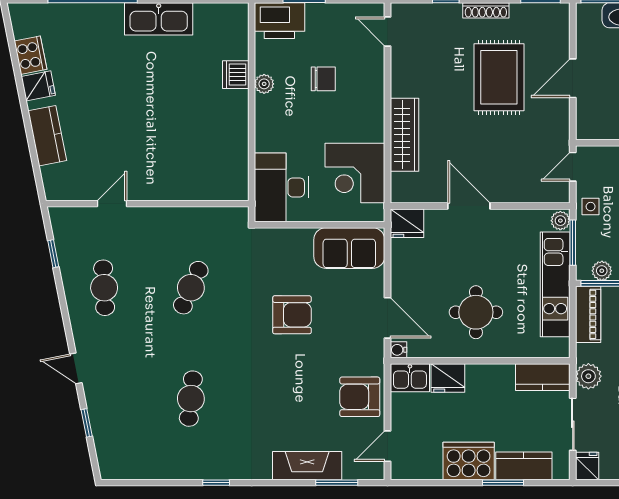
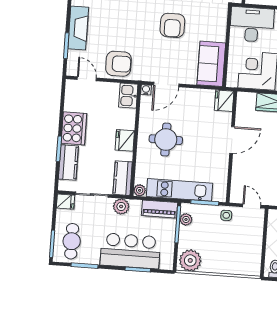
plant: (560, 221) -> (140, 190), moved
fridge: (448, 378) -> (125, 140), moved
armchair: (360, 397) -> (118, 64), turned 90

